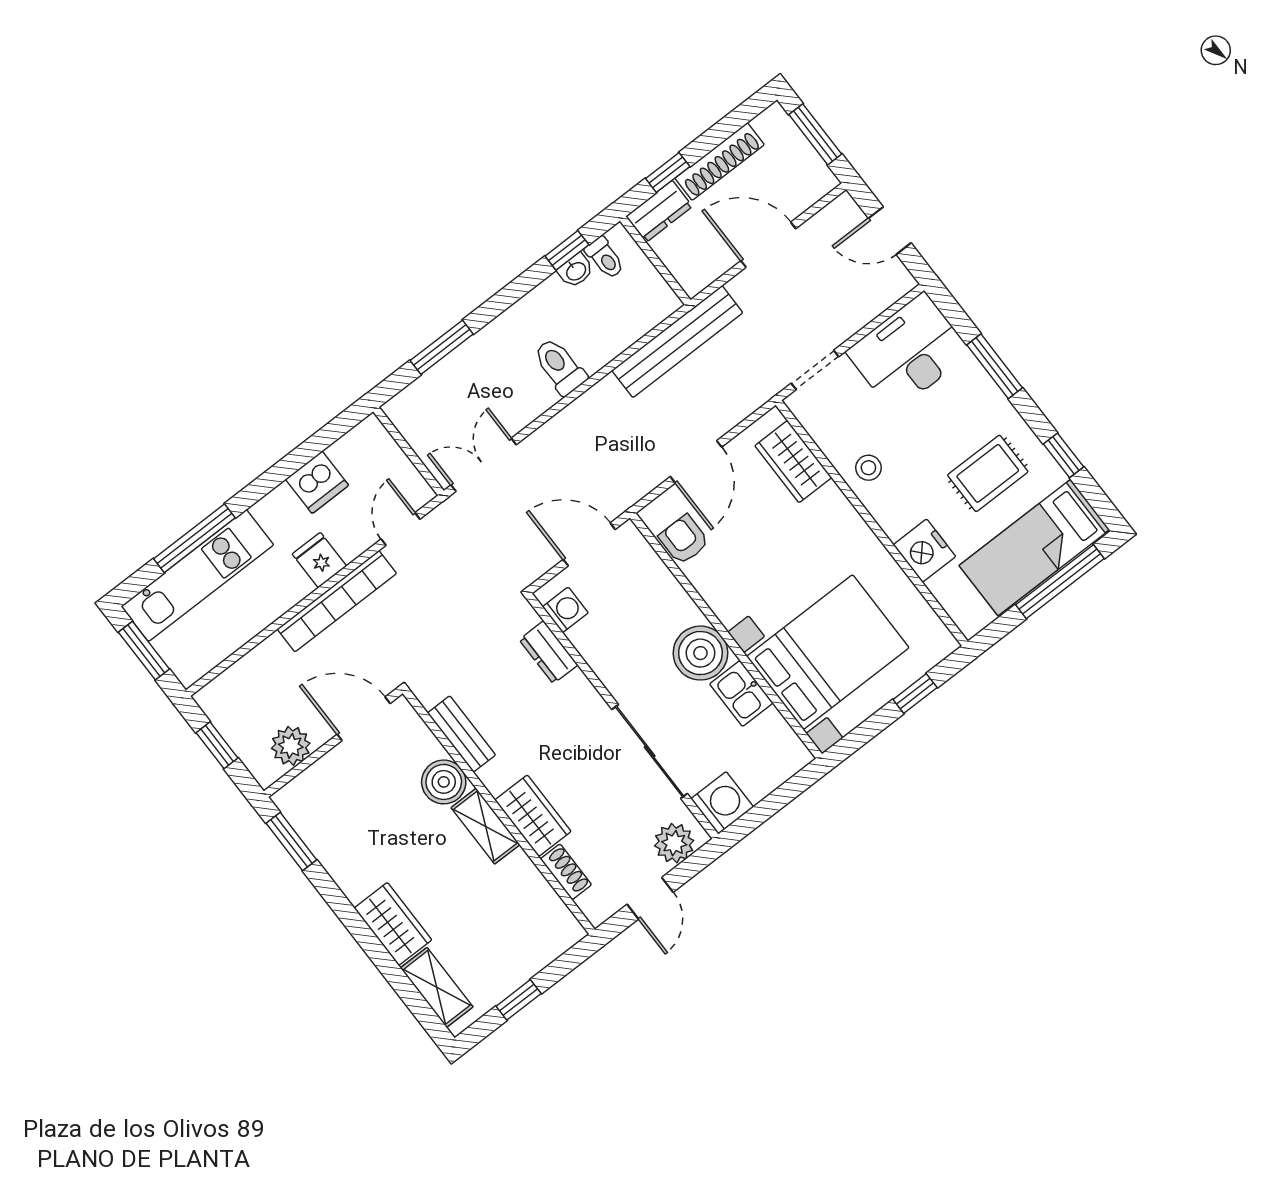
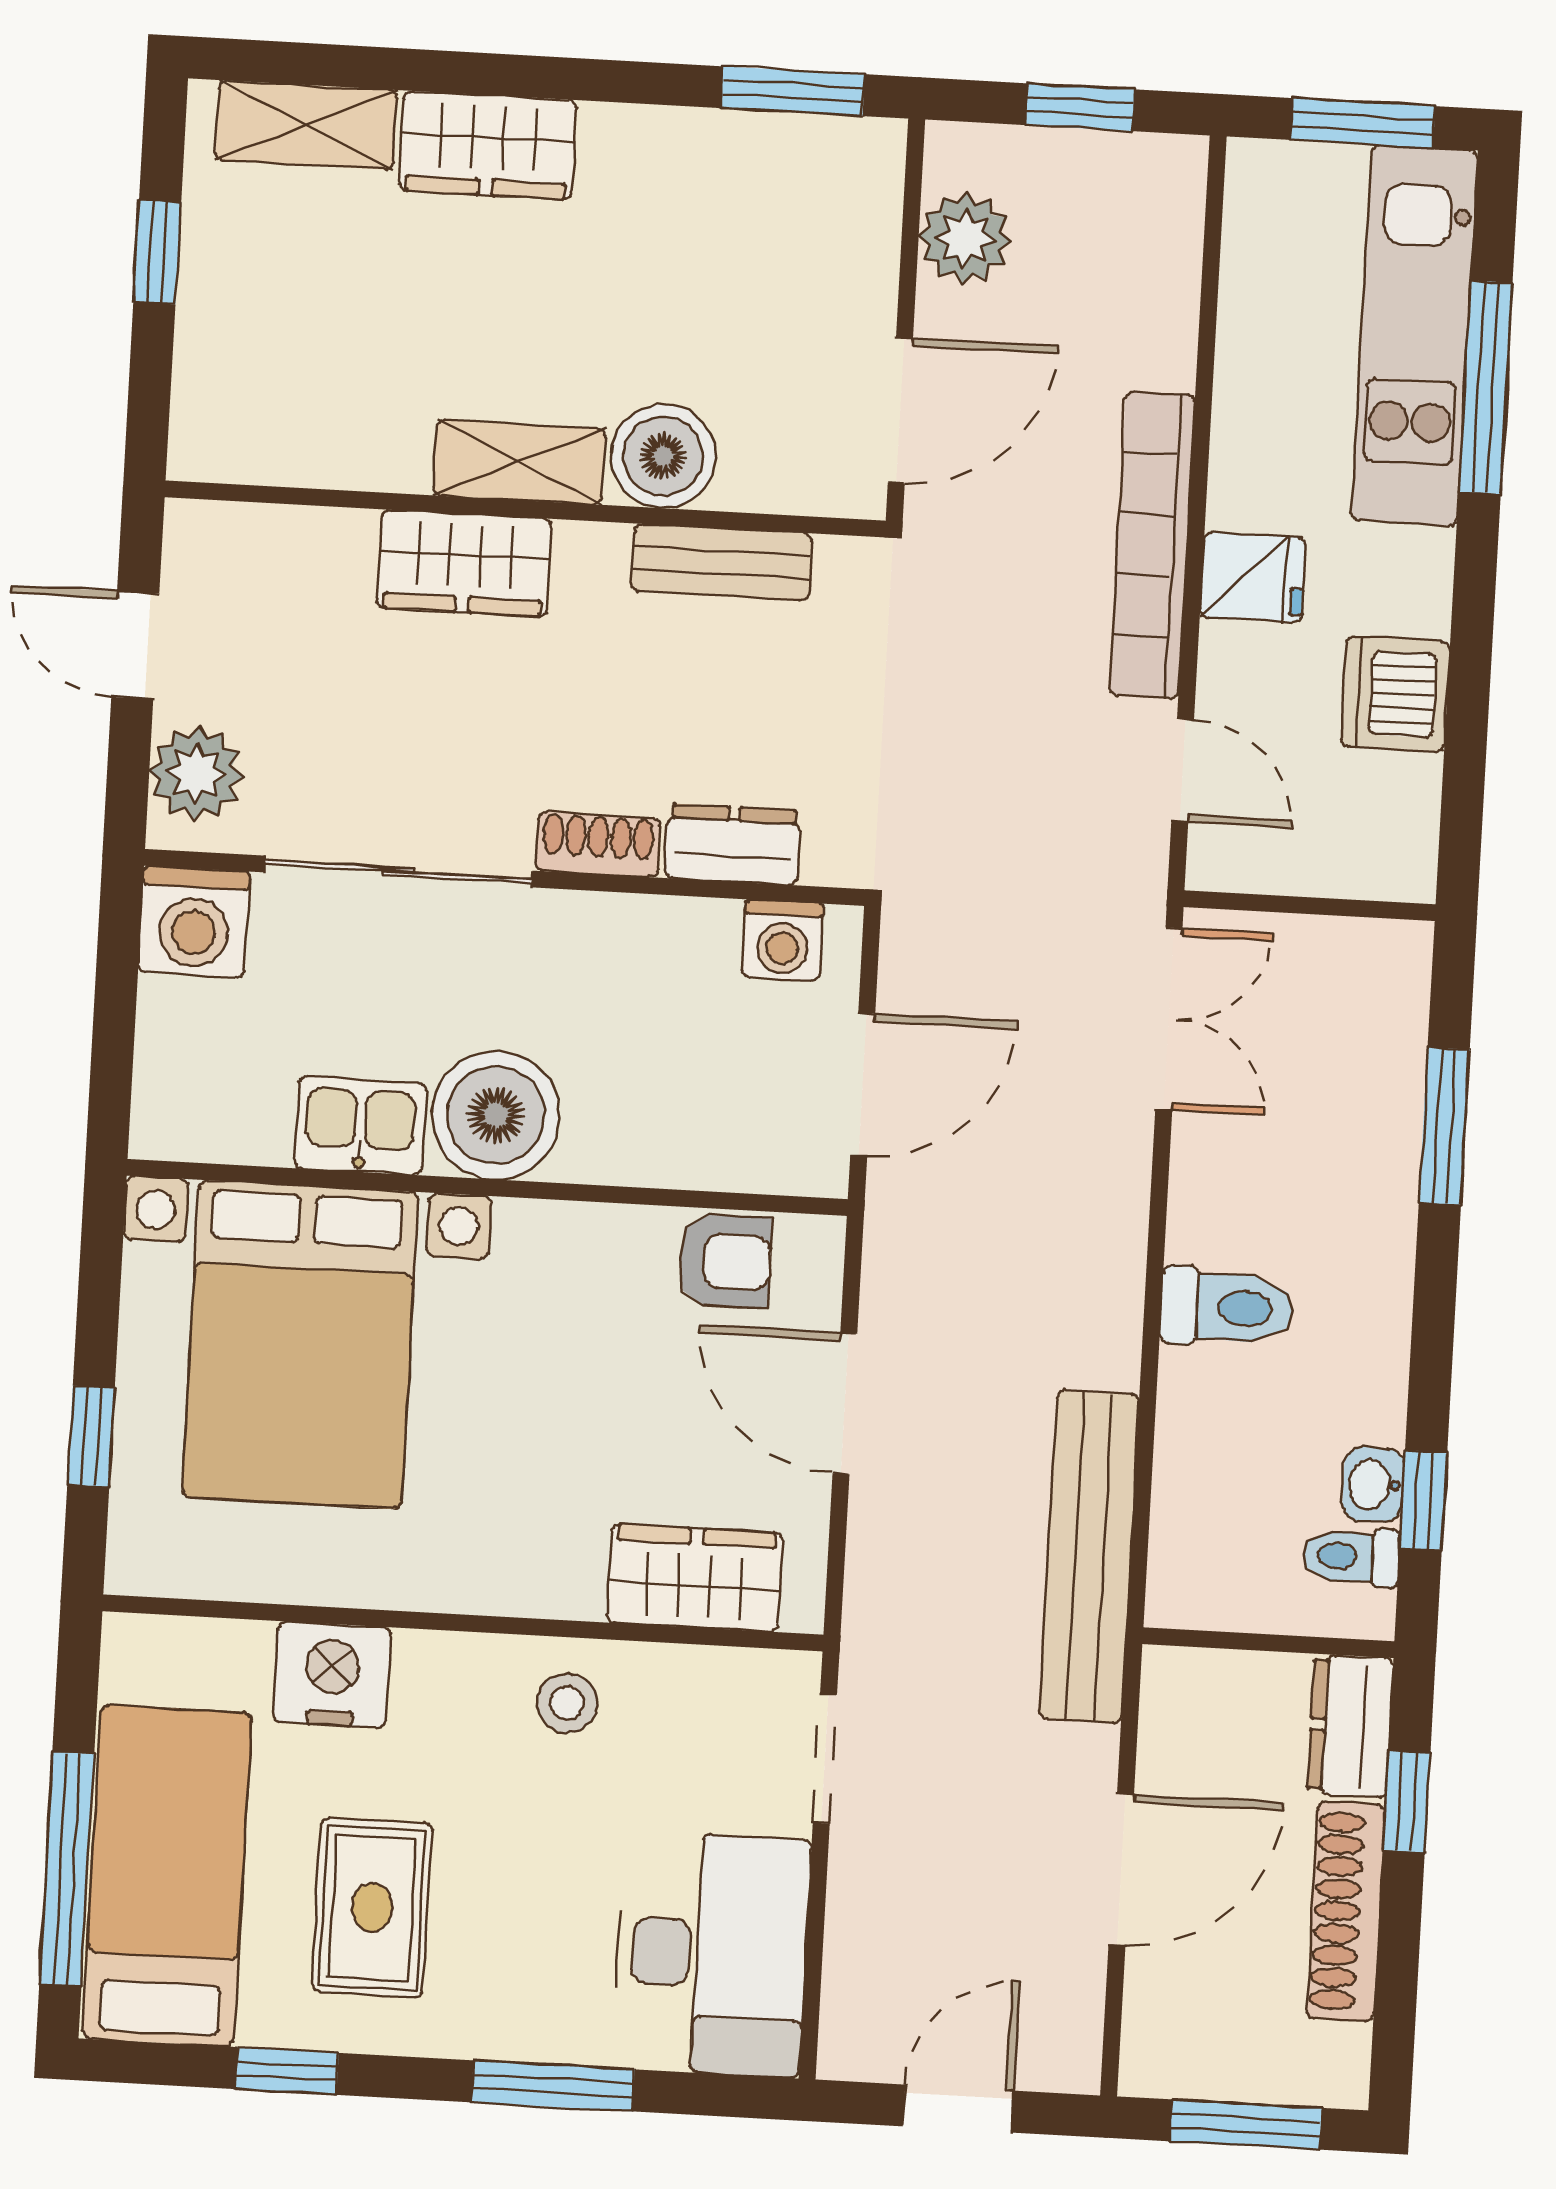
shoe rack: (566, 872) -> (598, 844), moved, turned 180

